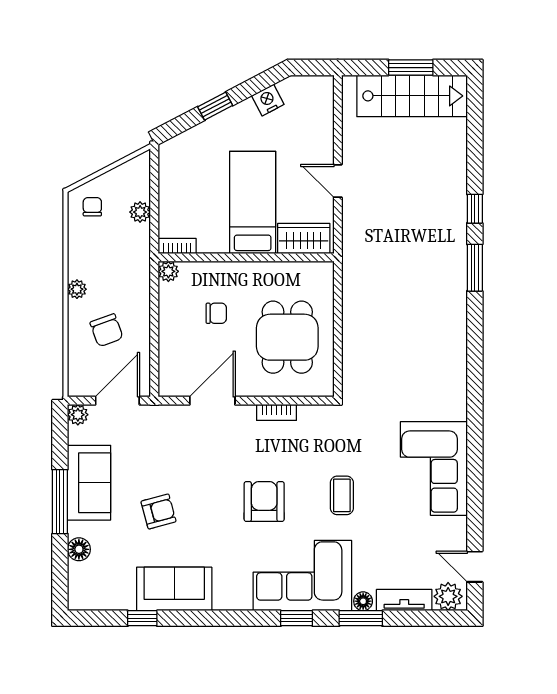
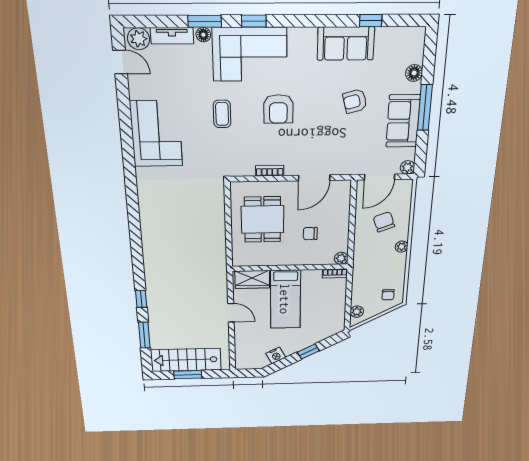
plant: (140, 212) -> (357, 312), moved
window: (475, 268) -> (144, 335), moved

